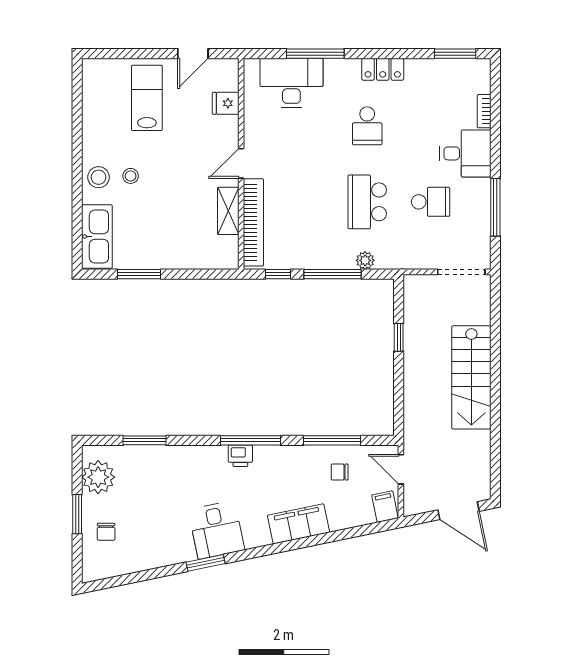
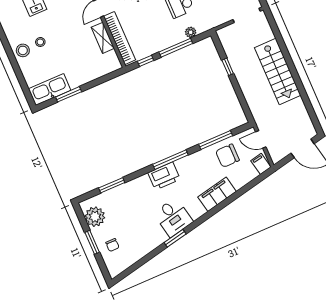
kitchen sink: (97, 237) -> (50, 90), moved, turned -90
printer: (240, 456) -> (164, 176), width x1.87, depth x1.48
chair: (340, 472) -> (227, 156), width x1.87, depth x1.87

